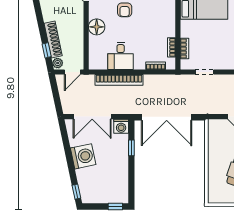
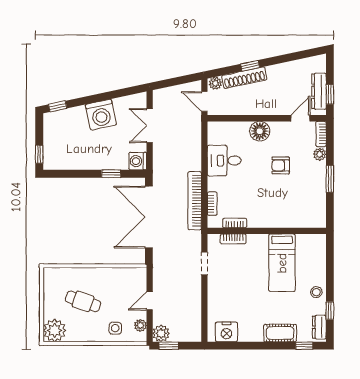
window: (47, 50) -> (250, 66), moved
bookcase: (119, 80) -> (195, 201), moved
double door: (92, 117) -> (150, 126), width x0.73

